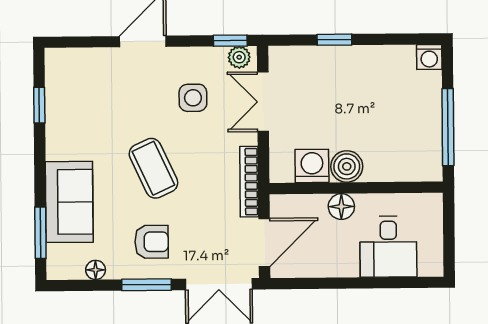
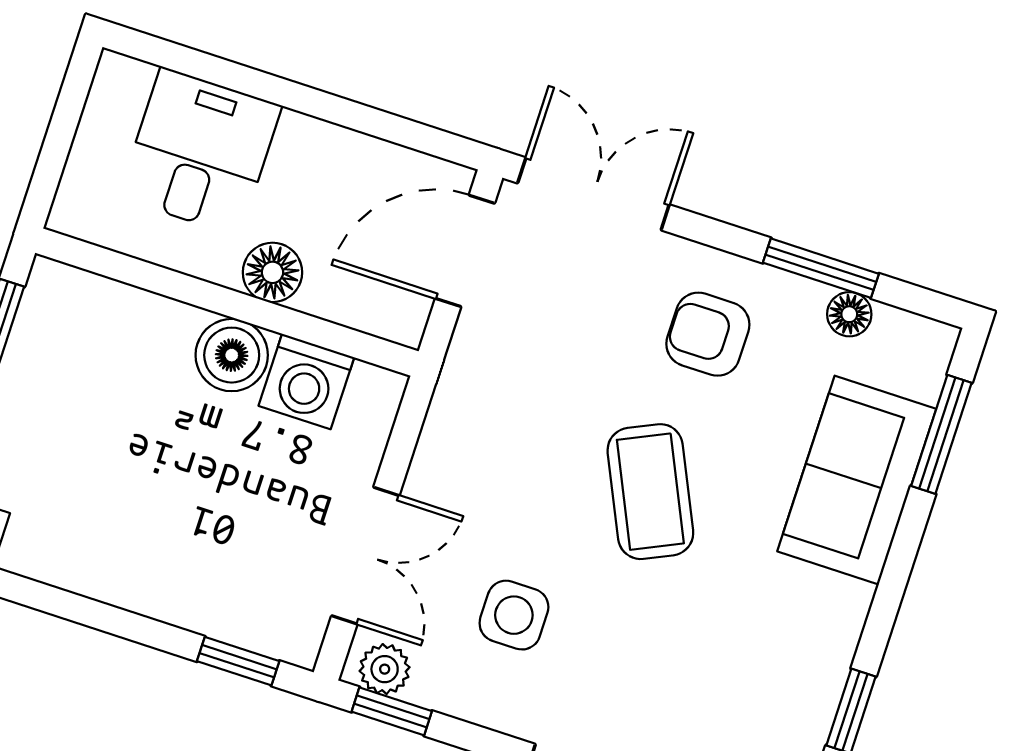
window: (334, 40) -> (238, 661), moved
bookcase: (249, 182) -> (454, 393), removed
window: (147, 285) -> (821, 268), moved

